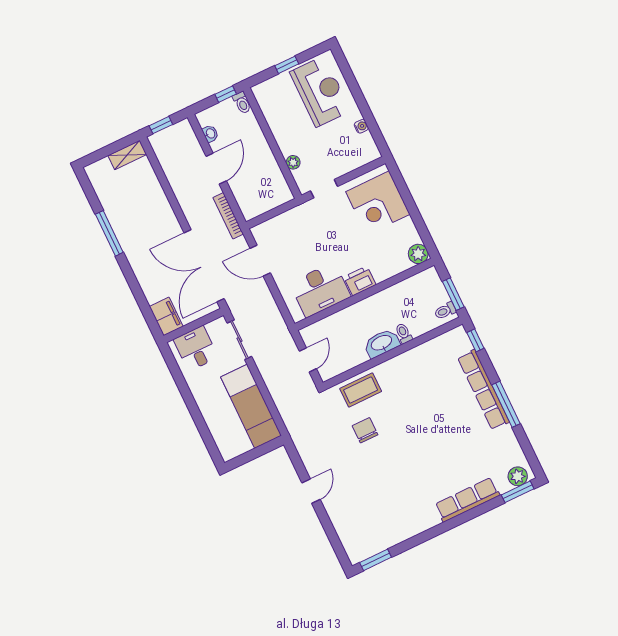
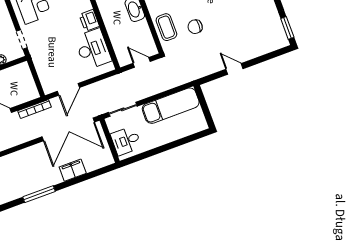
filing cabinet: (166, 316) -> (73, 170), moved

